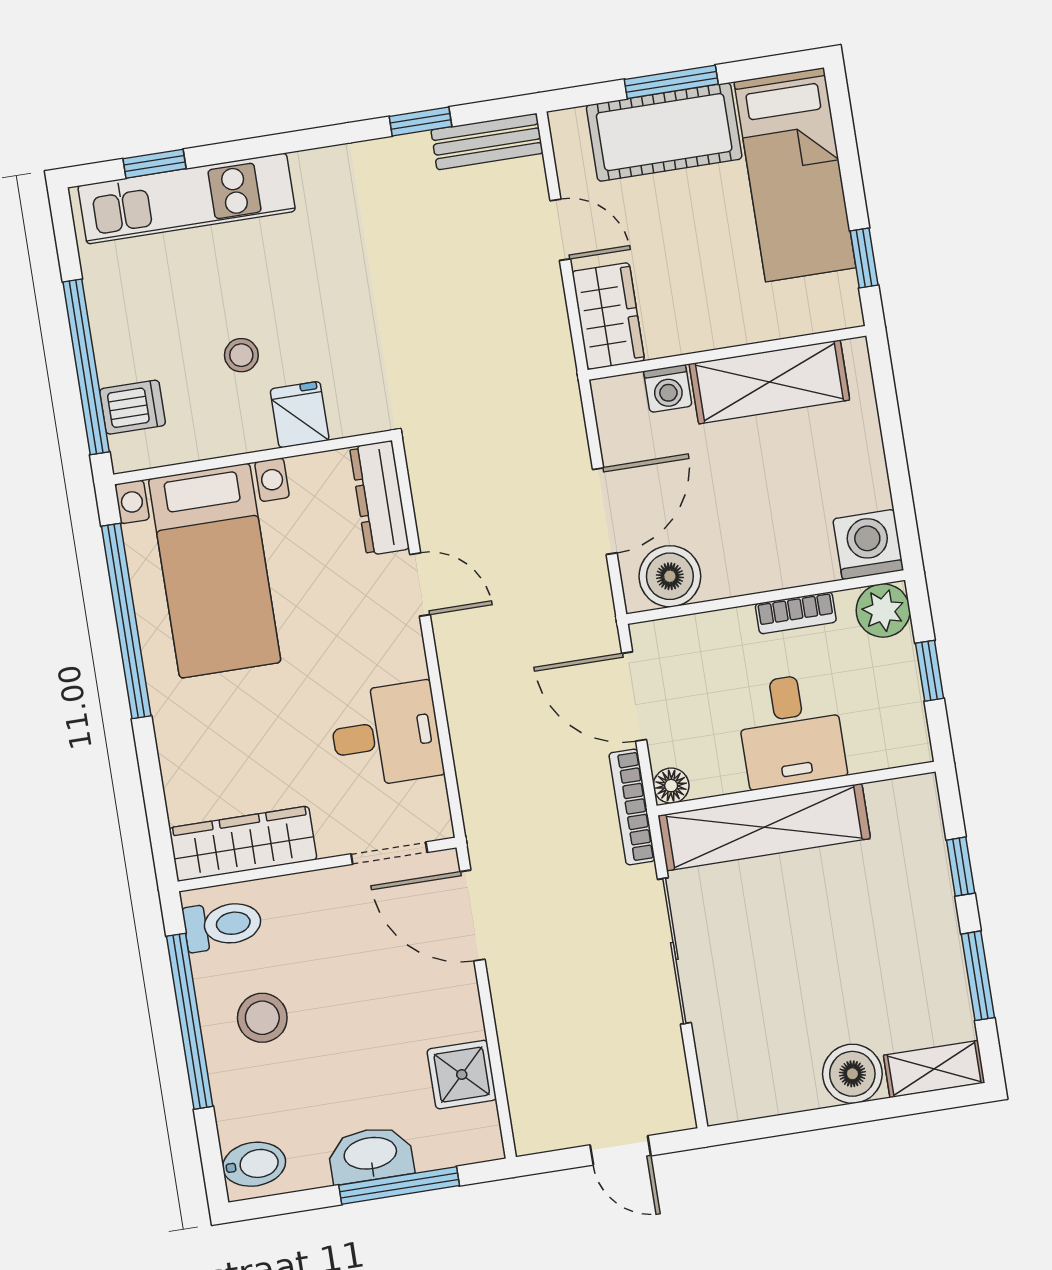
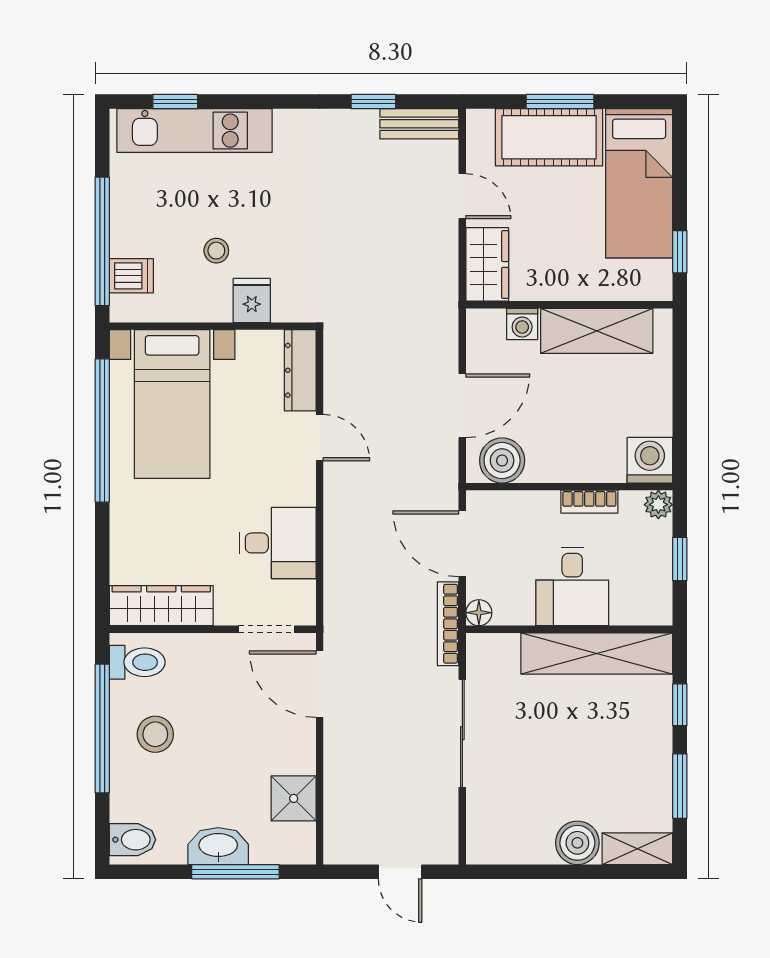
plant: (883, 610) -> (658, 505), width x0.73, depth x0.73
shelving: (764, 827) -> (597, 654), moved

